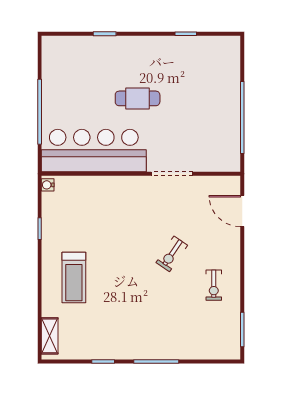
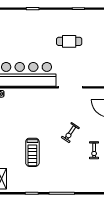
cafe table: (138, 98) -> (69, 41), moved
treadmill: (74, 278) -> (32, 152), moved

